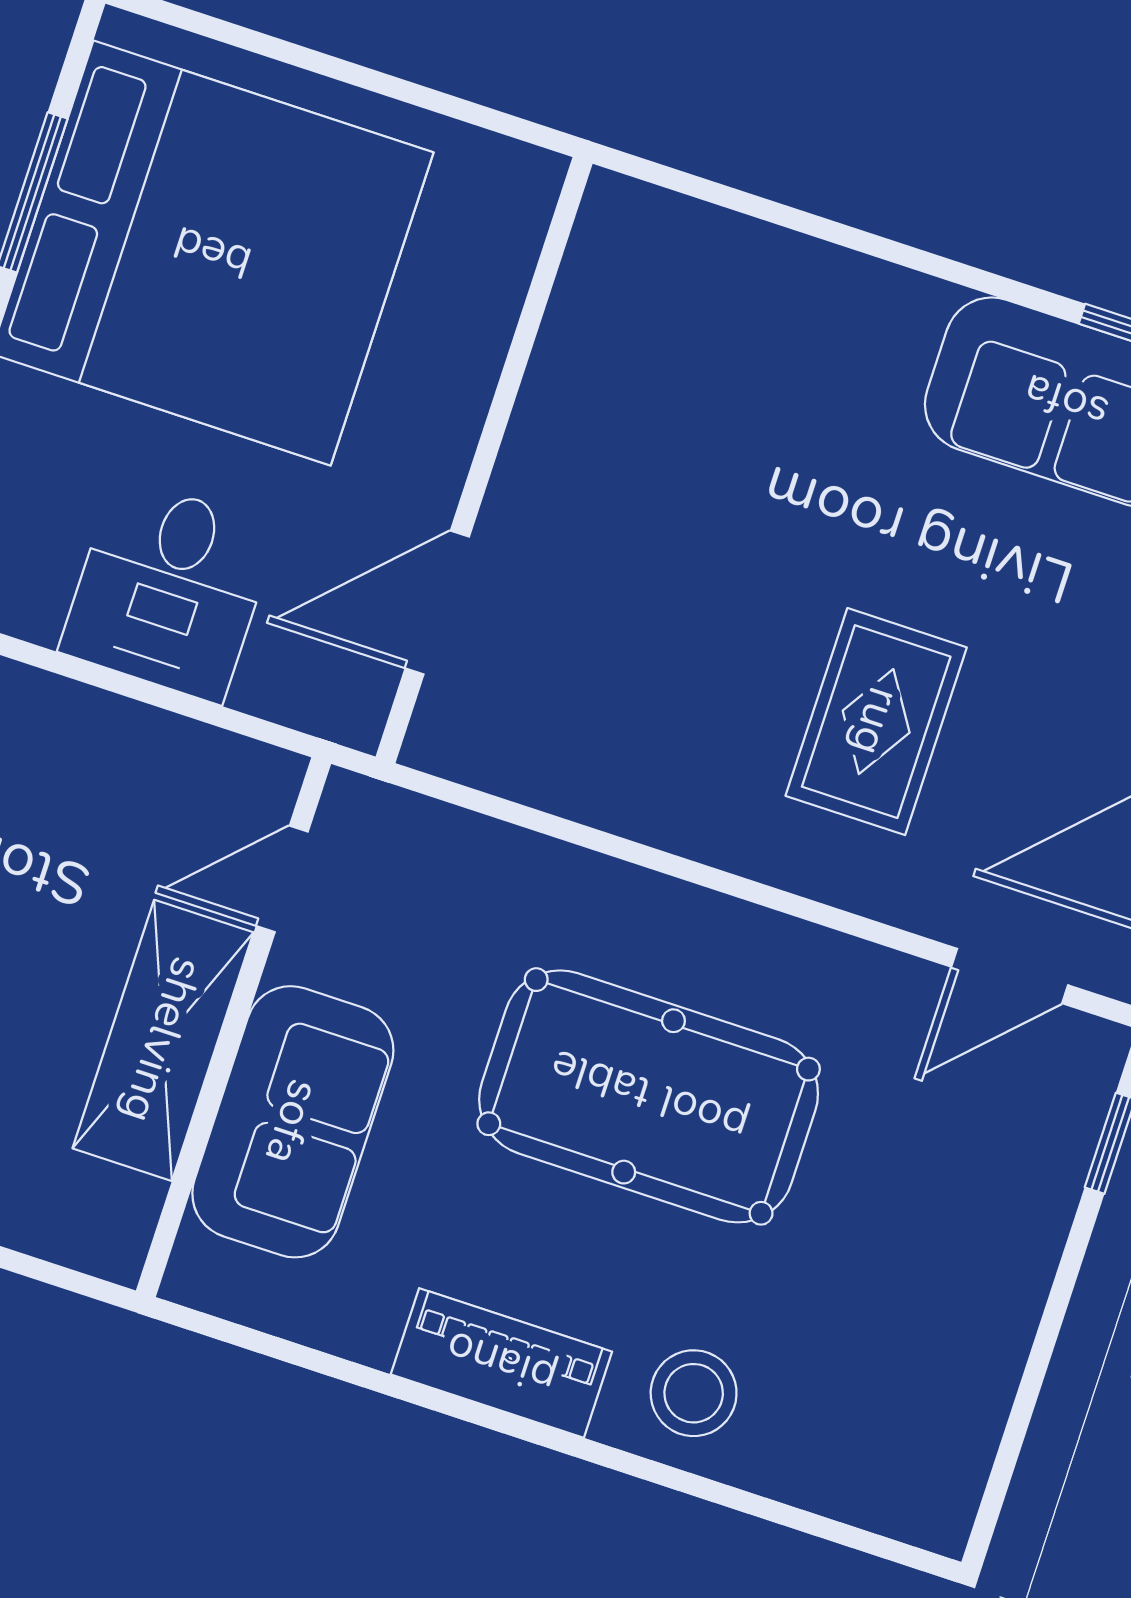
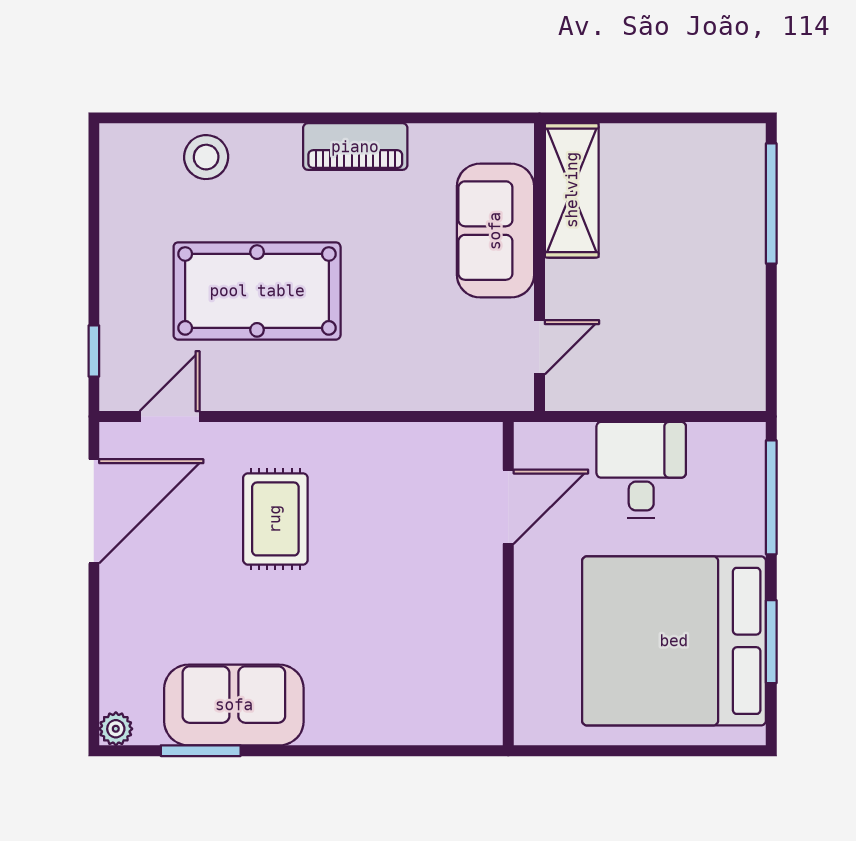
shelving: (163, 1040) -> (572, 190), moved
pool table: (649, 1096) -> (257, 291), moved
stool: (694, 1393) -> (206, 157), moved

